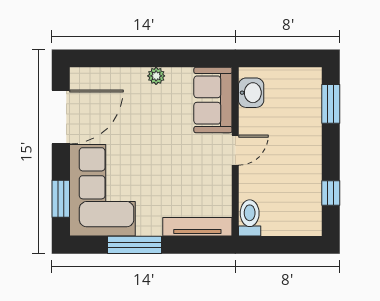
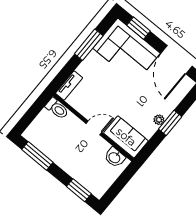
window: (148, 58) -> (170, 123), added
door: (235, 150) -> (94, 128), swing flipped
window: (331, 193) -> (37, 156), width x2.17
tv unit: (197, 227) -> (69, 86), width x0.71

